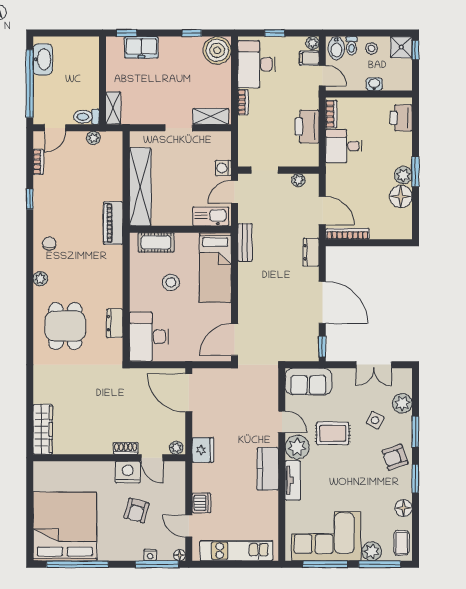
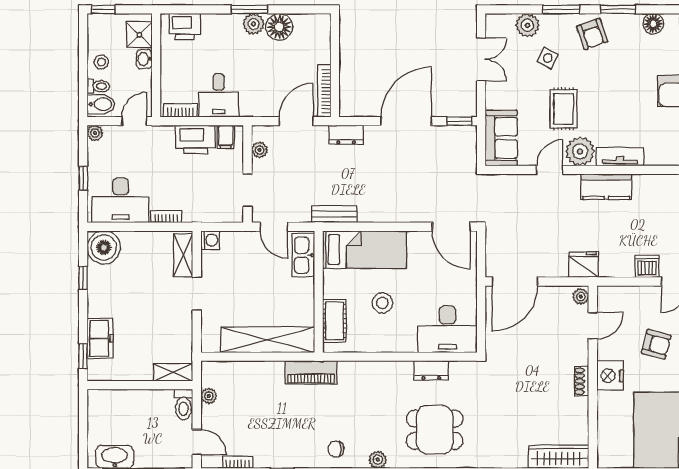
shower: (401, 47) -> (139, 35), moved
filing cabinet: (309, 58) -> (226, 137), moved
washing machine: (223, 168) -> (210, 240), moved, turned -90
shoe rack: (126, 448) -> (582, 381), moved
nightstand: (128, 472) -> (610, 376), moved

